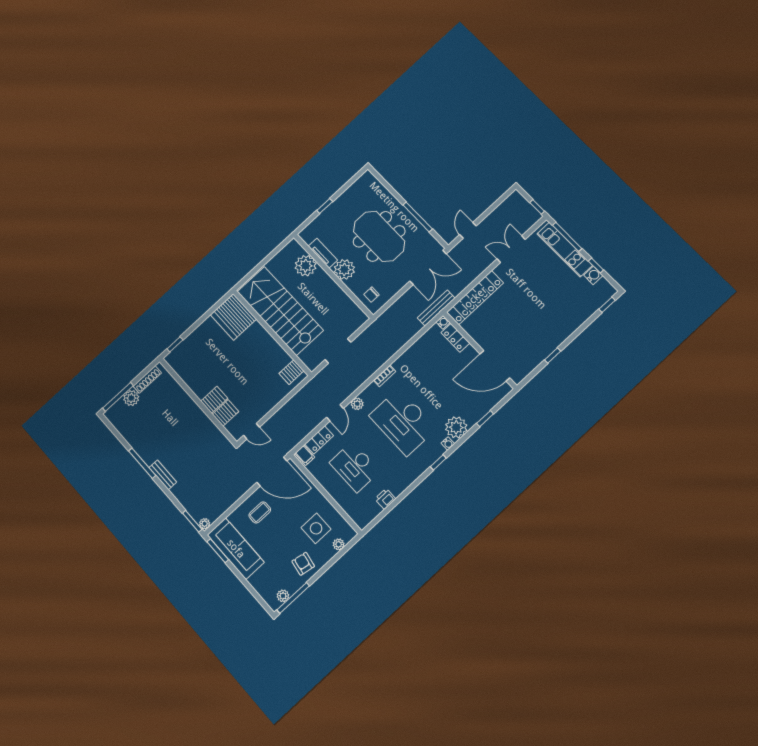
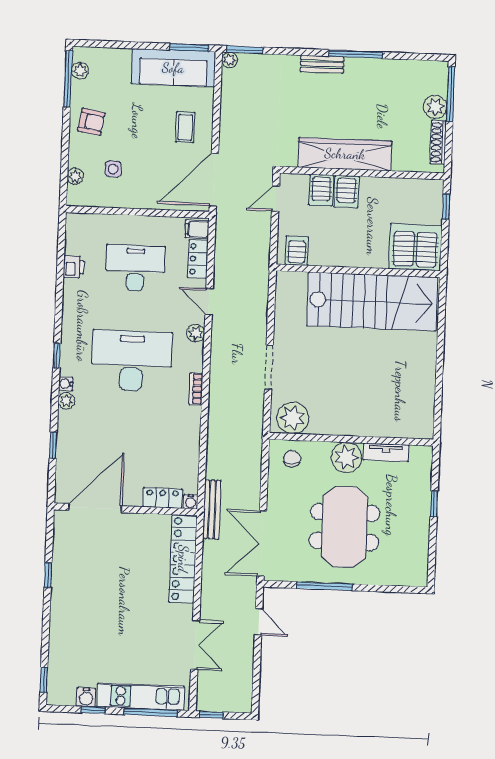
meeting table: (379, 236) -> (344, 527), turned 90
plant: (306, 266) -> (293, 418), moved
stairs: (280, 311) -> (372, 301), moved
server rack: (233, 317) -> (415, 247), moved
wall: (272, 333) -> (358, 271), moved
server rack: (291, 372) -> (297, 251), moved
wardrobe: (197, 419) -> (345, 154), added
plant: (456, 427) -> (66, 401), width x0.53, depth x0.53
side table: (316, 528) -> (113, 169), width x0.54, depth x0.54

